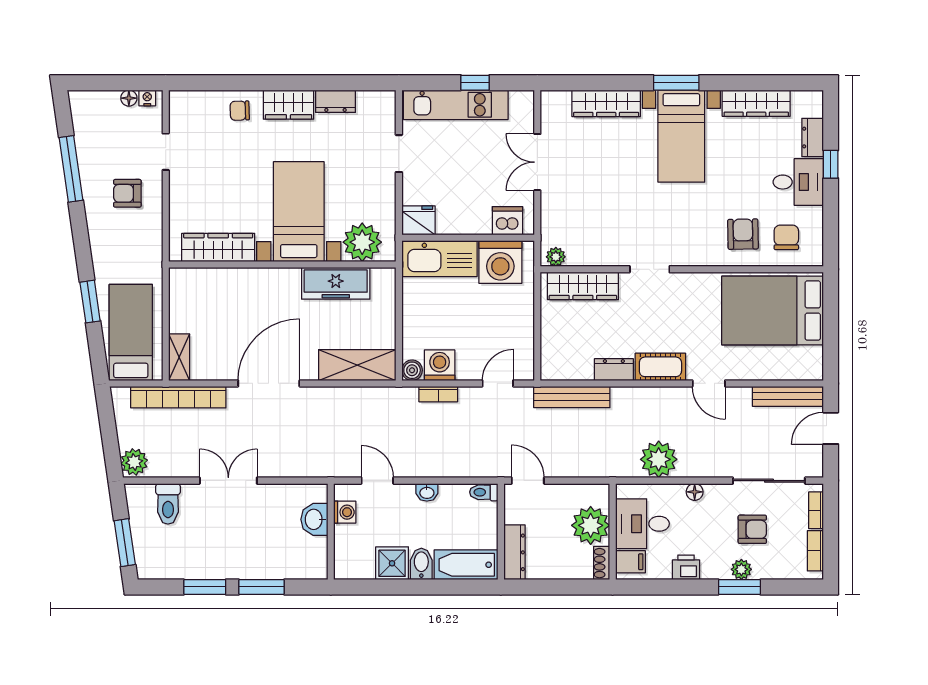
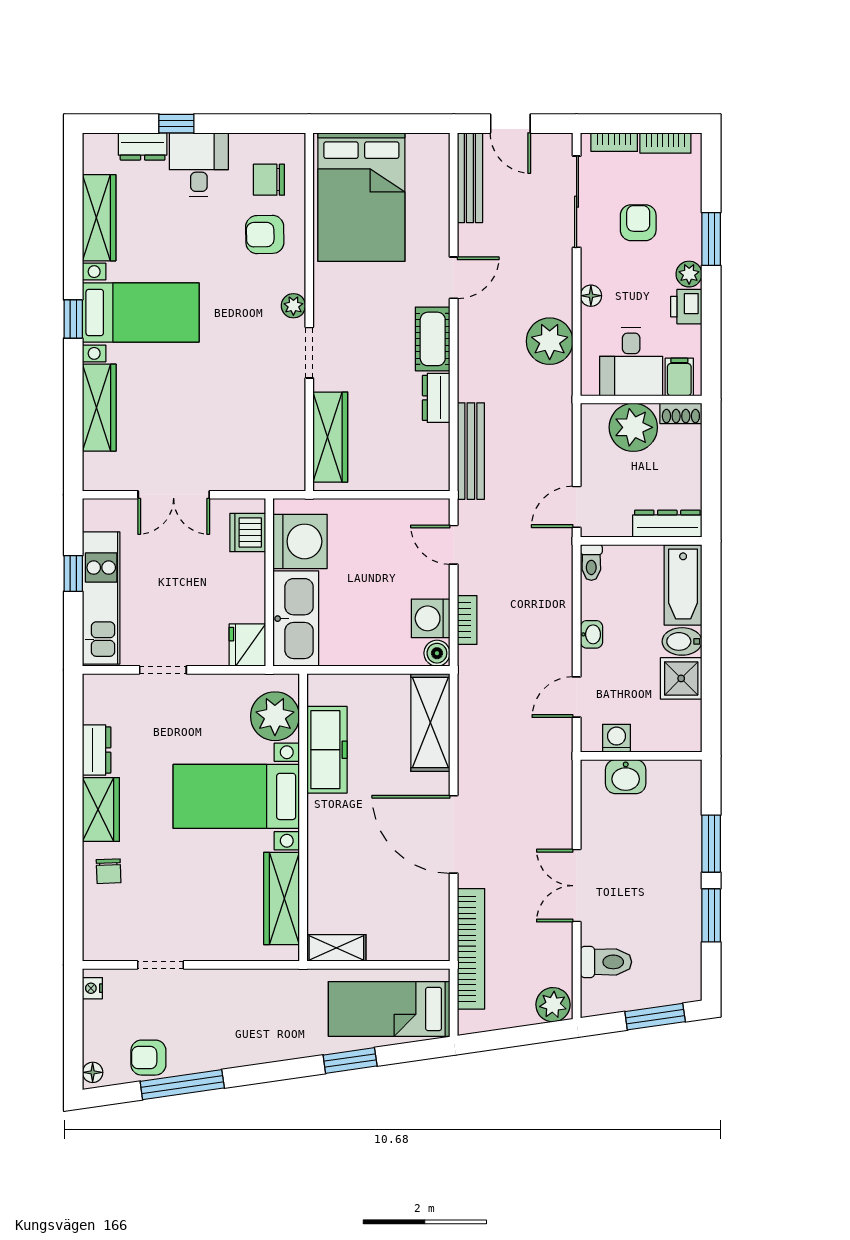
window: (676, 83) -> (73, 319), width x0.67
floor lamp: (129, 98) -> (93, 1072), moved
armchair: (127, 193) -> (148, 1058), moved, turned 90
plant: (556, 257) -> (293, 306), moved
shelving: (179, 357) -> (336, 948), moved
plant: (741, 569) -> (689, 274), moved

